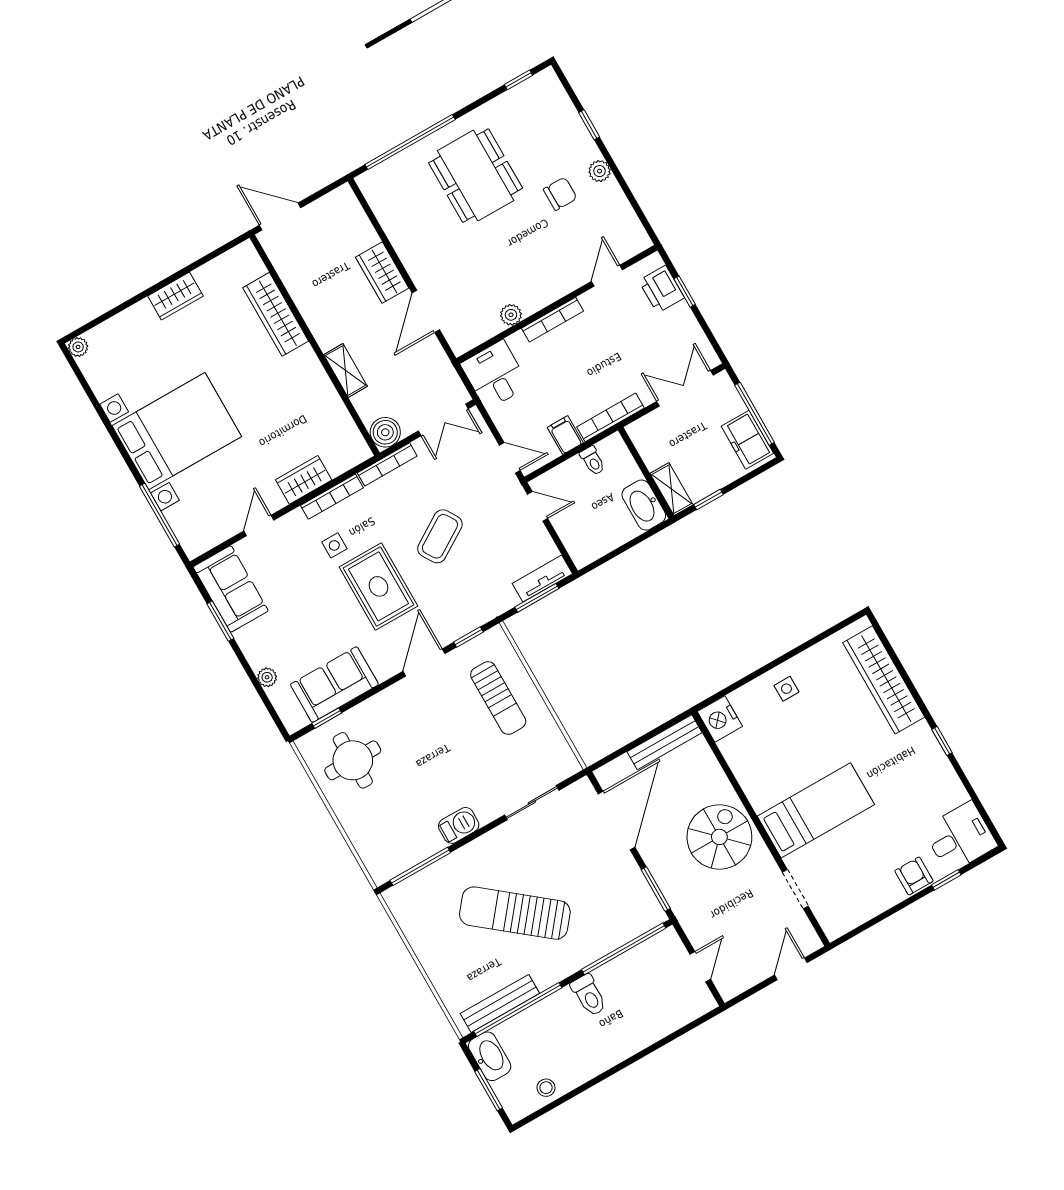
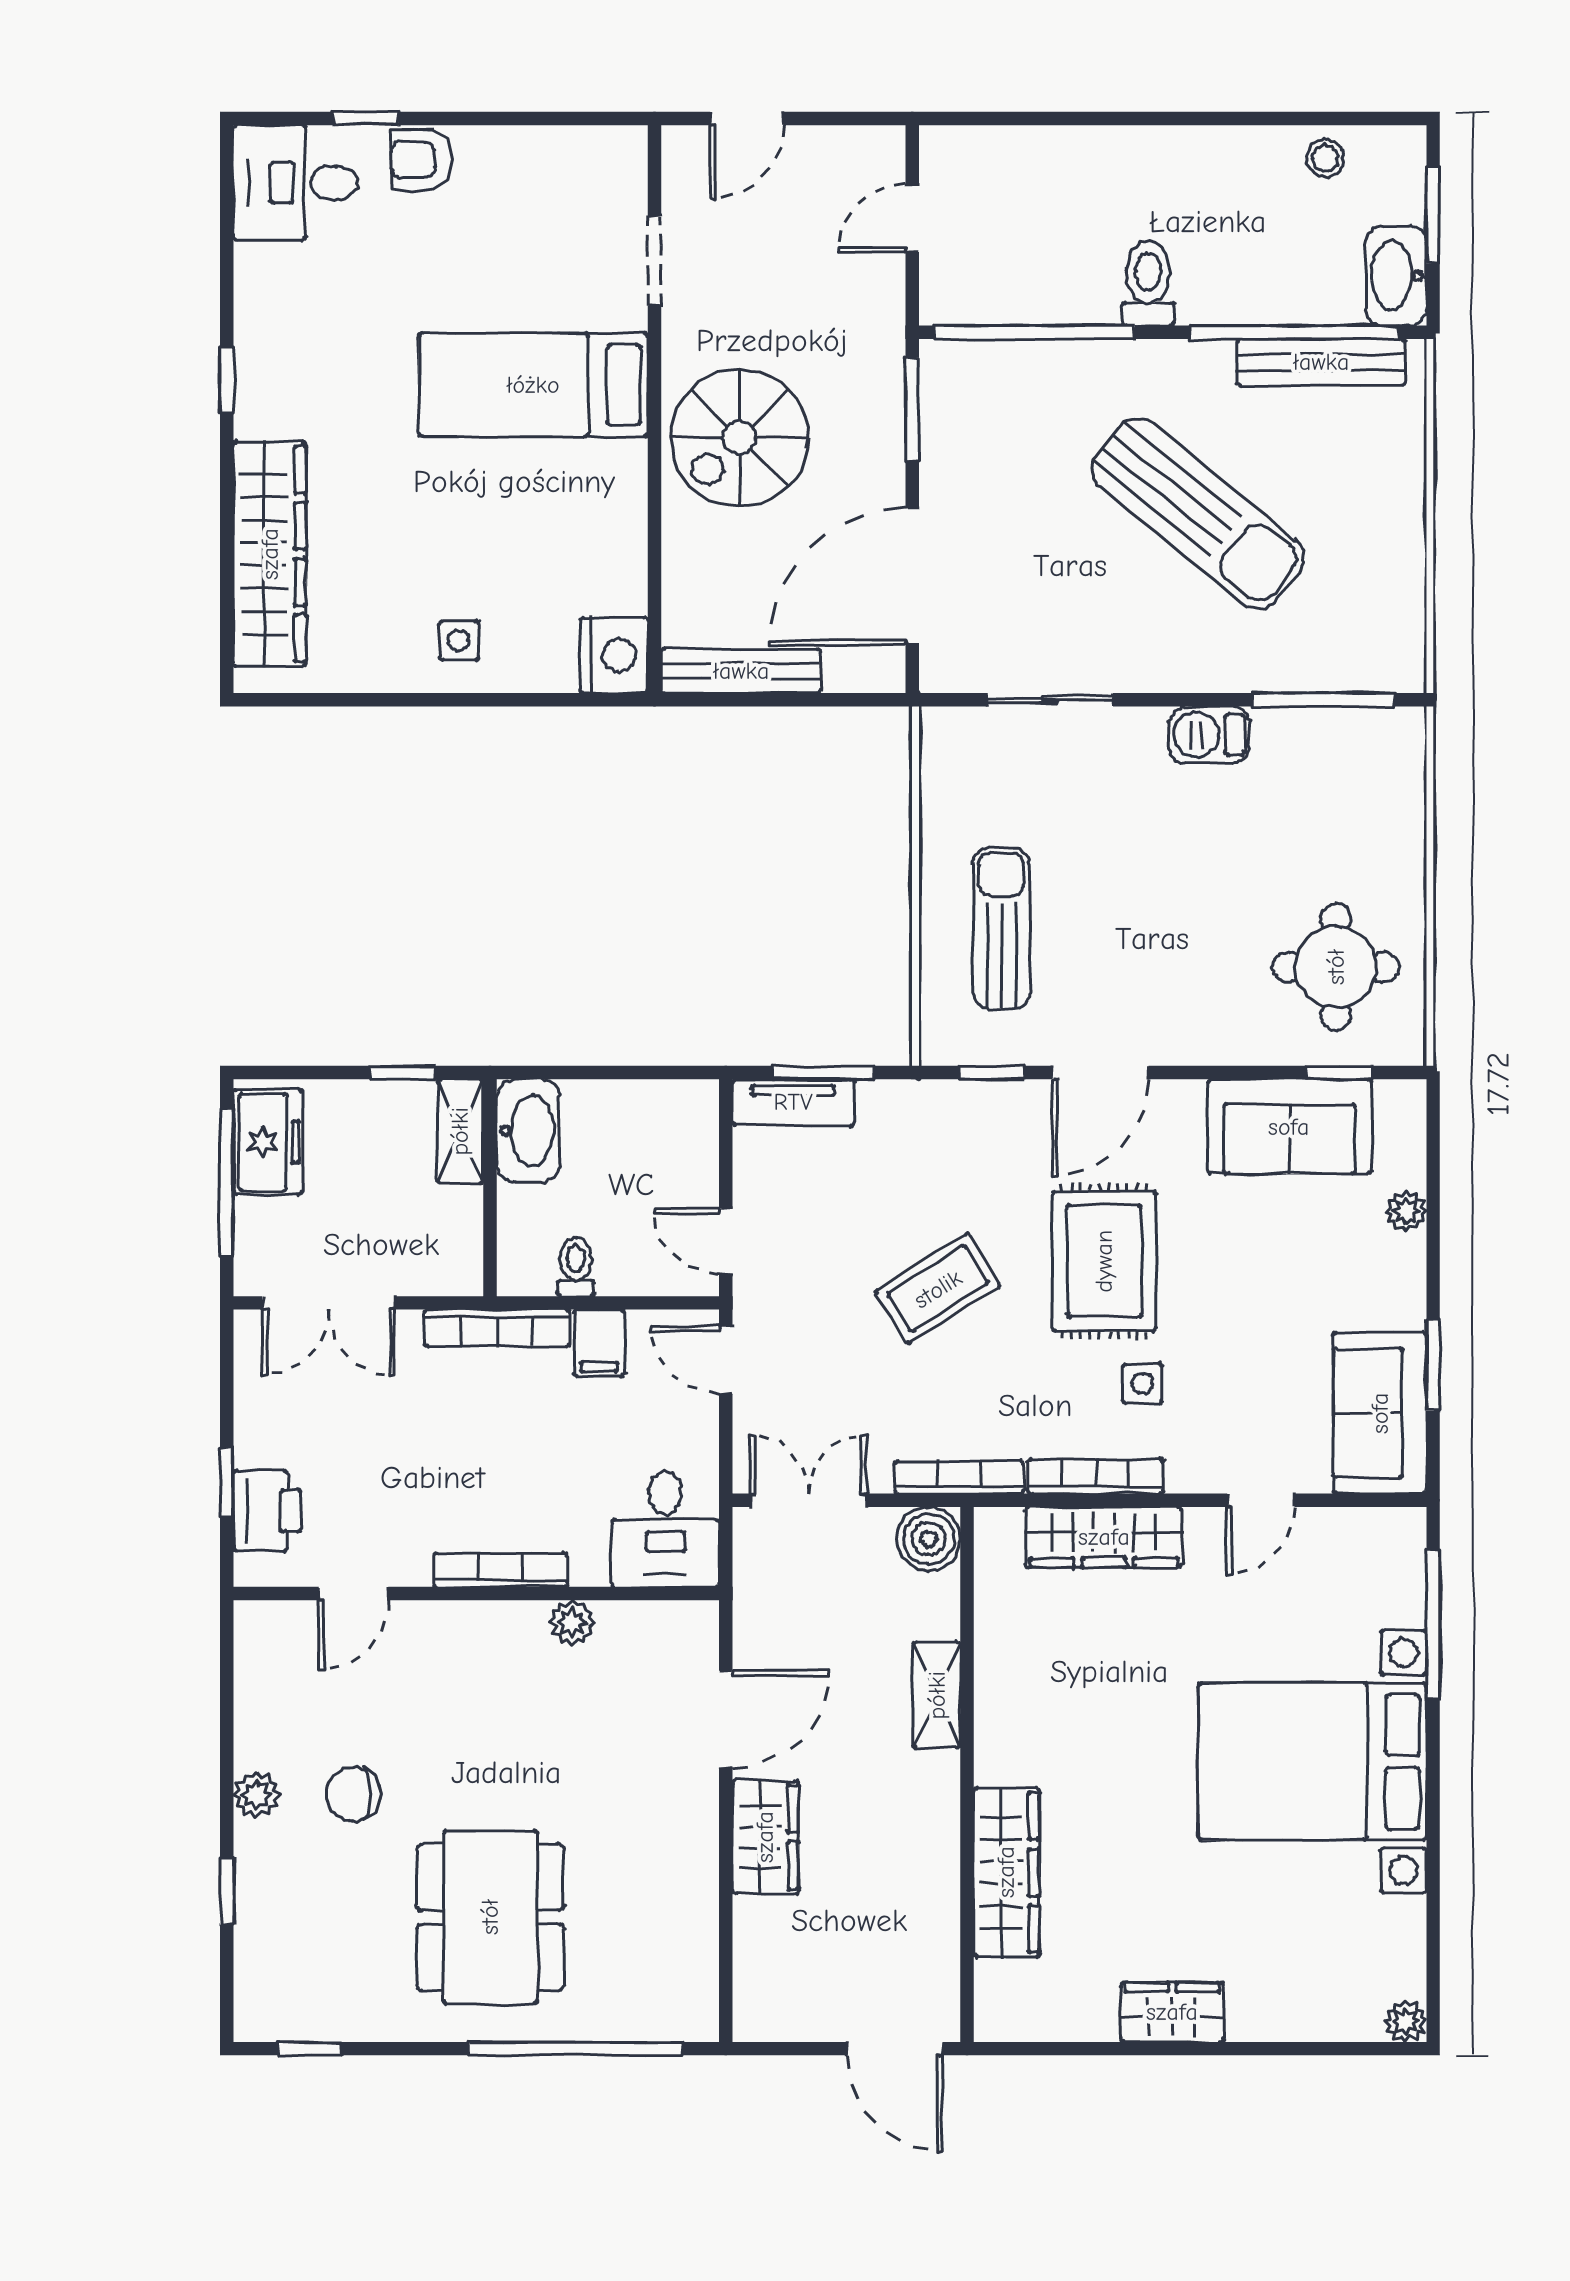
wardrobe: (304, 480) -> (1104, 1537), width x1.50
armchair: (914, 876) -> (421, 160), turned 90

